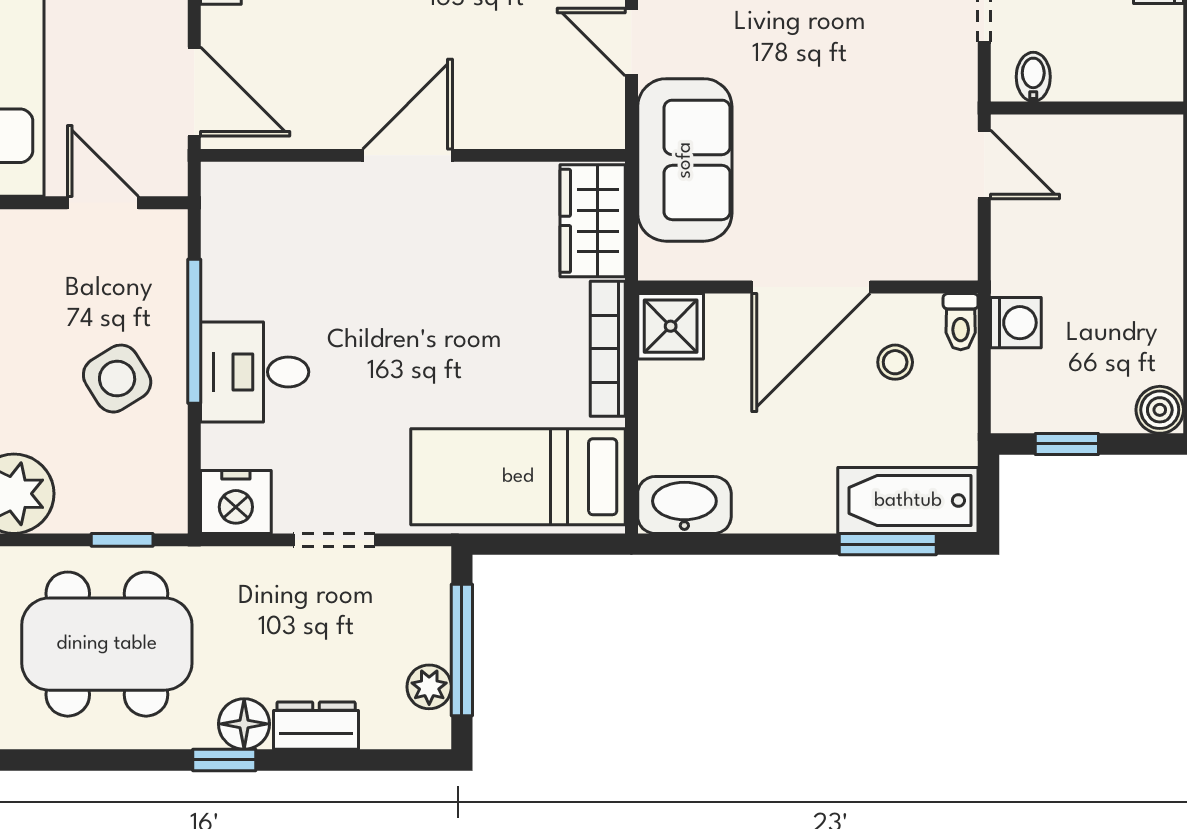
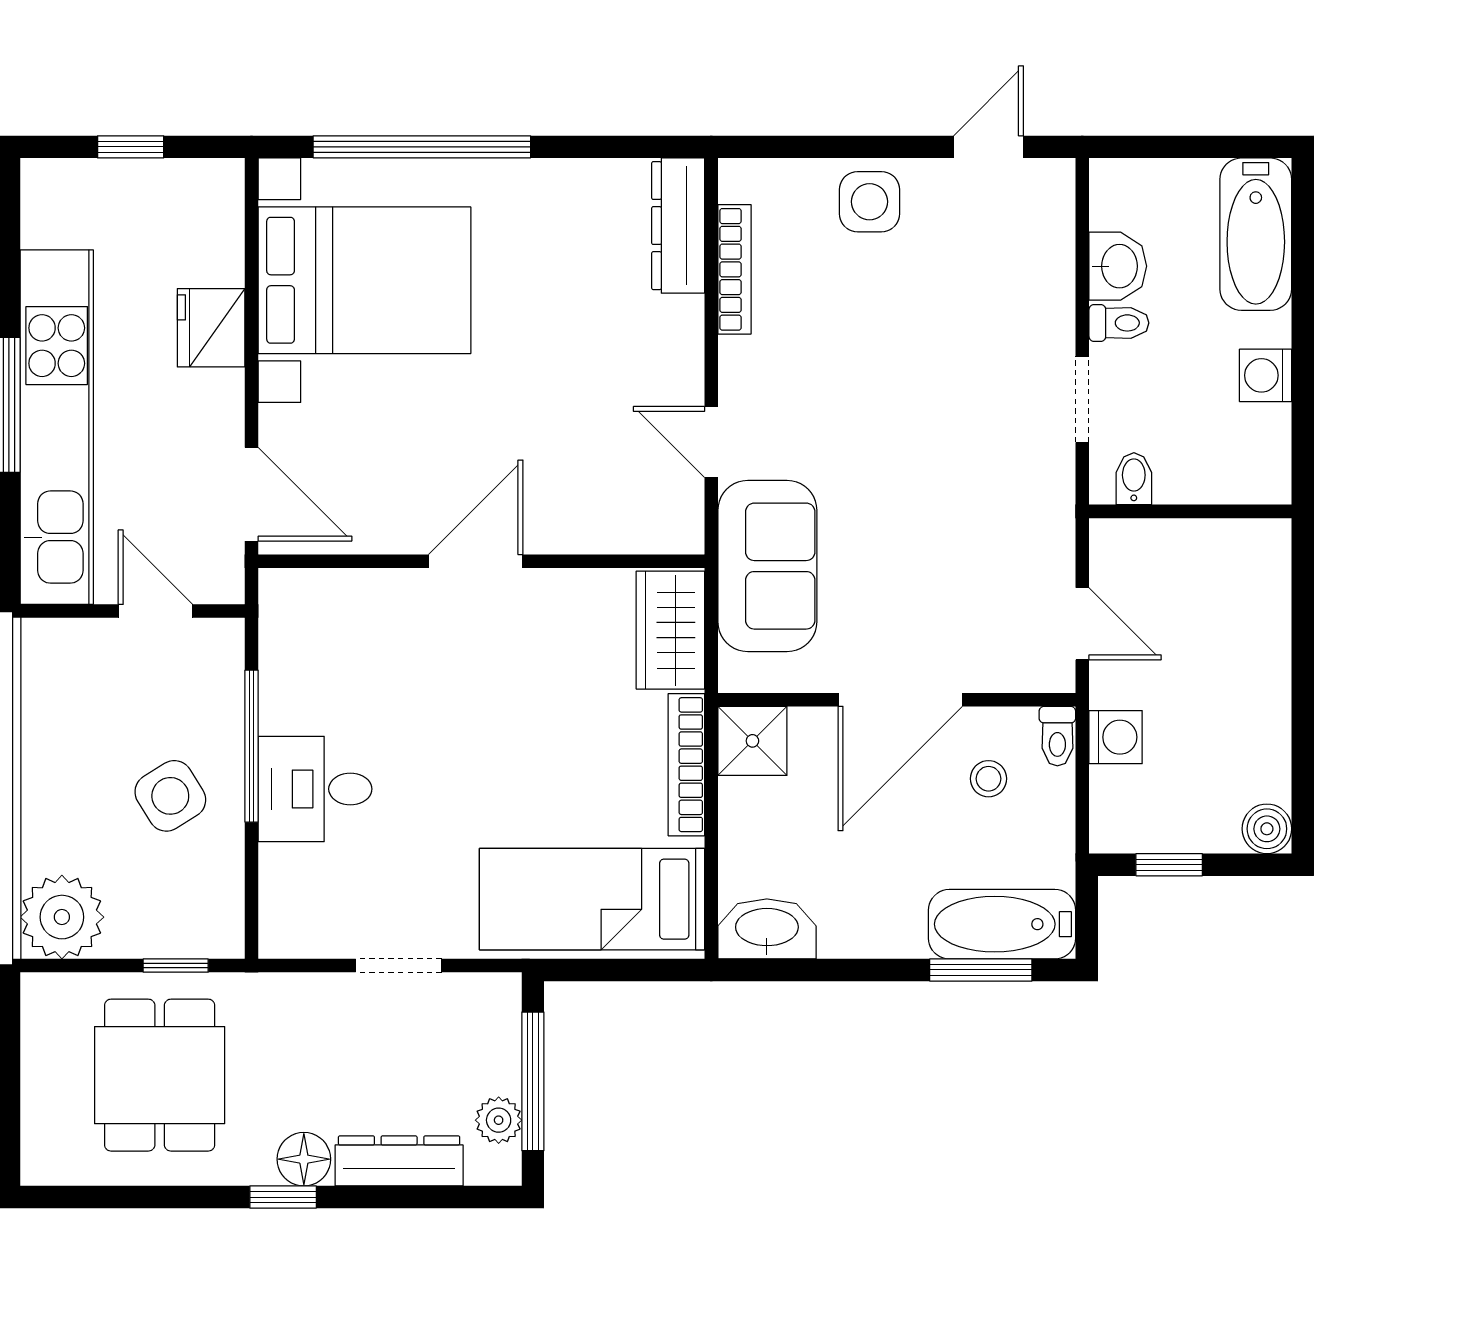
door: (984, 164) -> (1082, 624), moved
nightstand: (236, 502) -> (295, 926), removed
dining table: (107, 644) -> (160, 1075), width x0.73
dresser: (316, 726) -> (399, 1161), width x1.44

